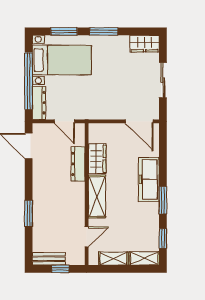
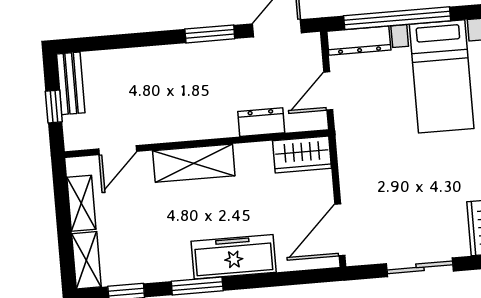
wardrobe: (97, 159) -> (302, 154), moved
dresser: (78, 164) -> (261, 122), width x0.70
window: (29, 213) -> (210, 34), moved
door: (87, 237) -> (118, 150), hinge flipped

